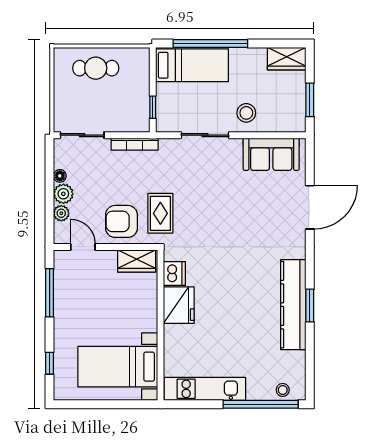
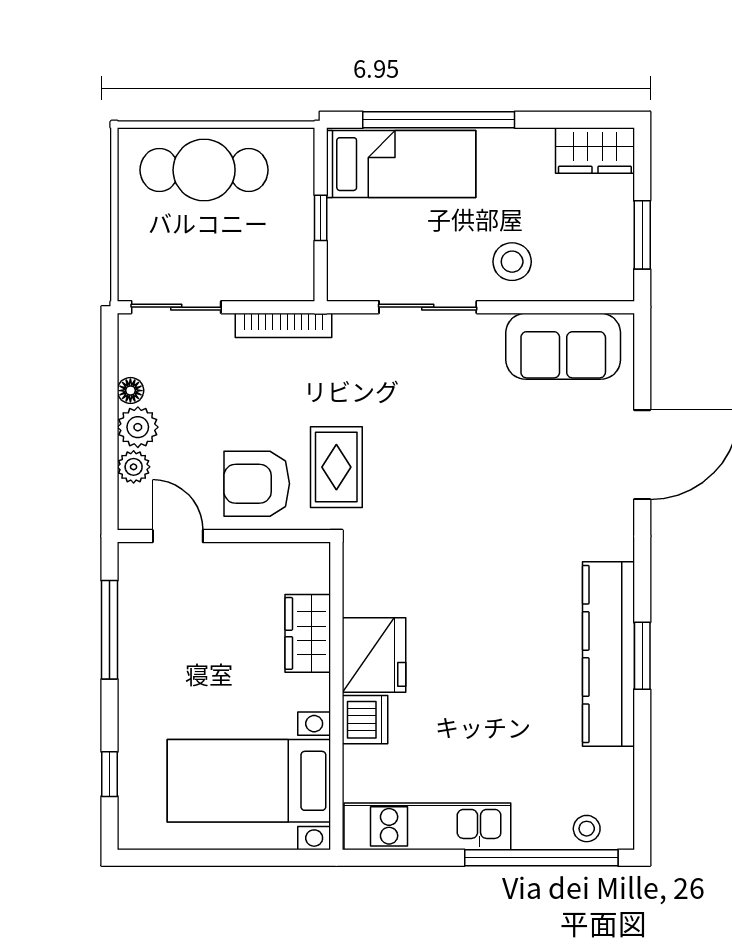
cafe table: (96, 68) -> (204, 170), width x1.37, depth x1.35
window: (153, 107) -> (321, 218), moved
wardrobe: (137, 261) -> (308, 633), moved, turned 90
dishwasher: (174, 274) -> (365, 720), moved

